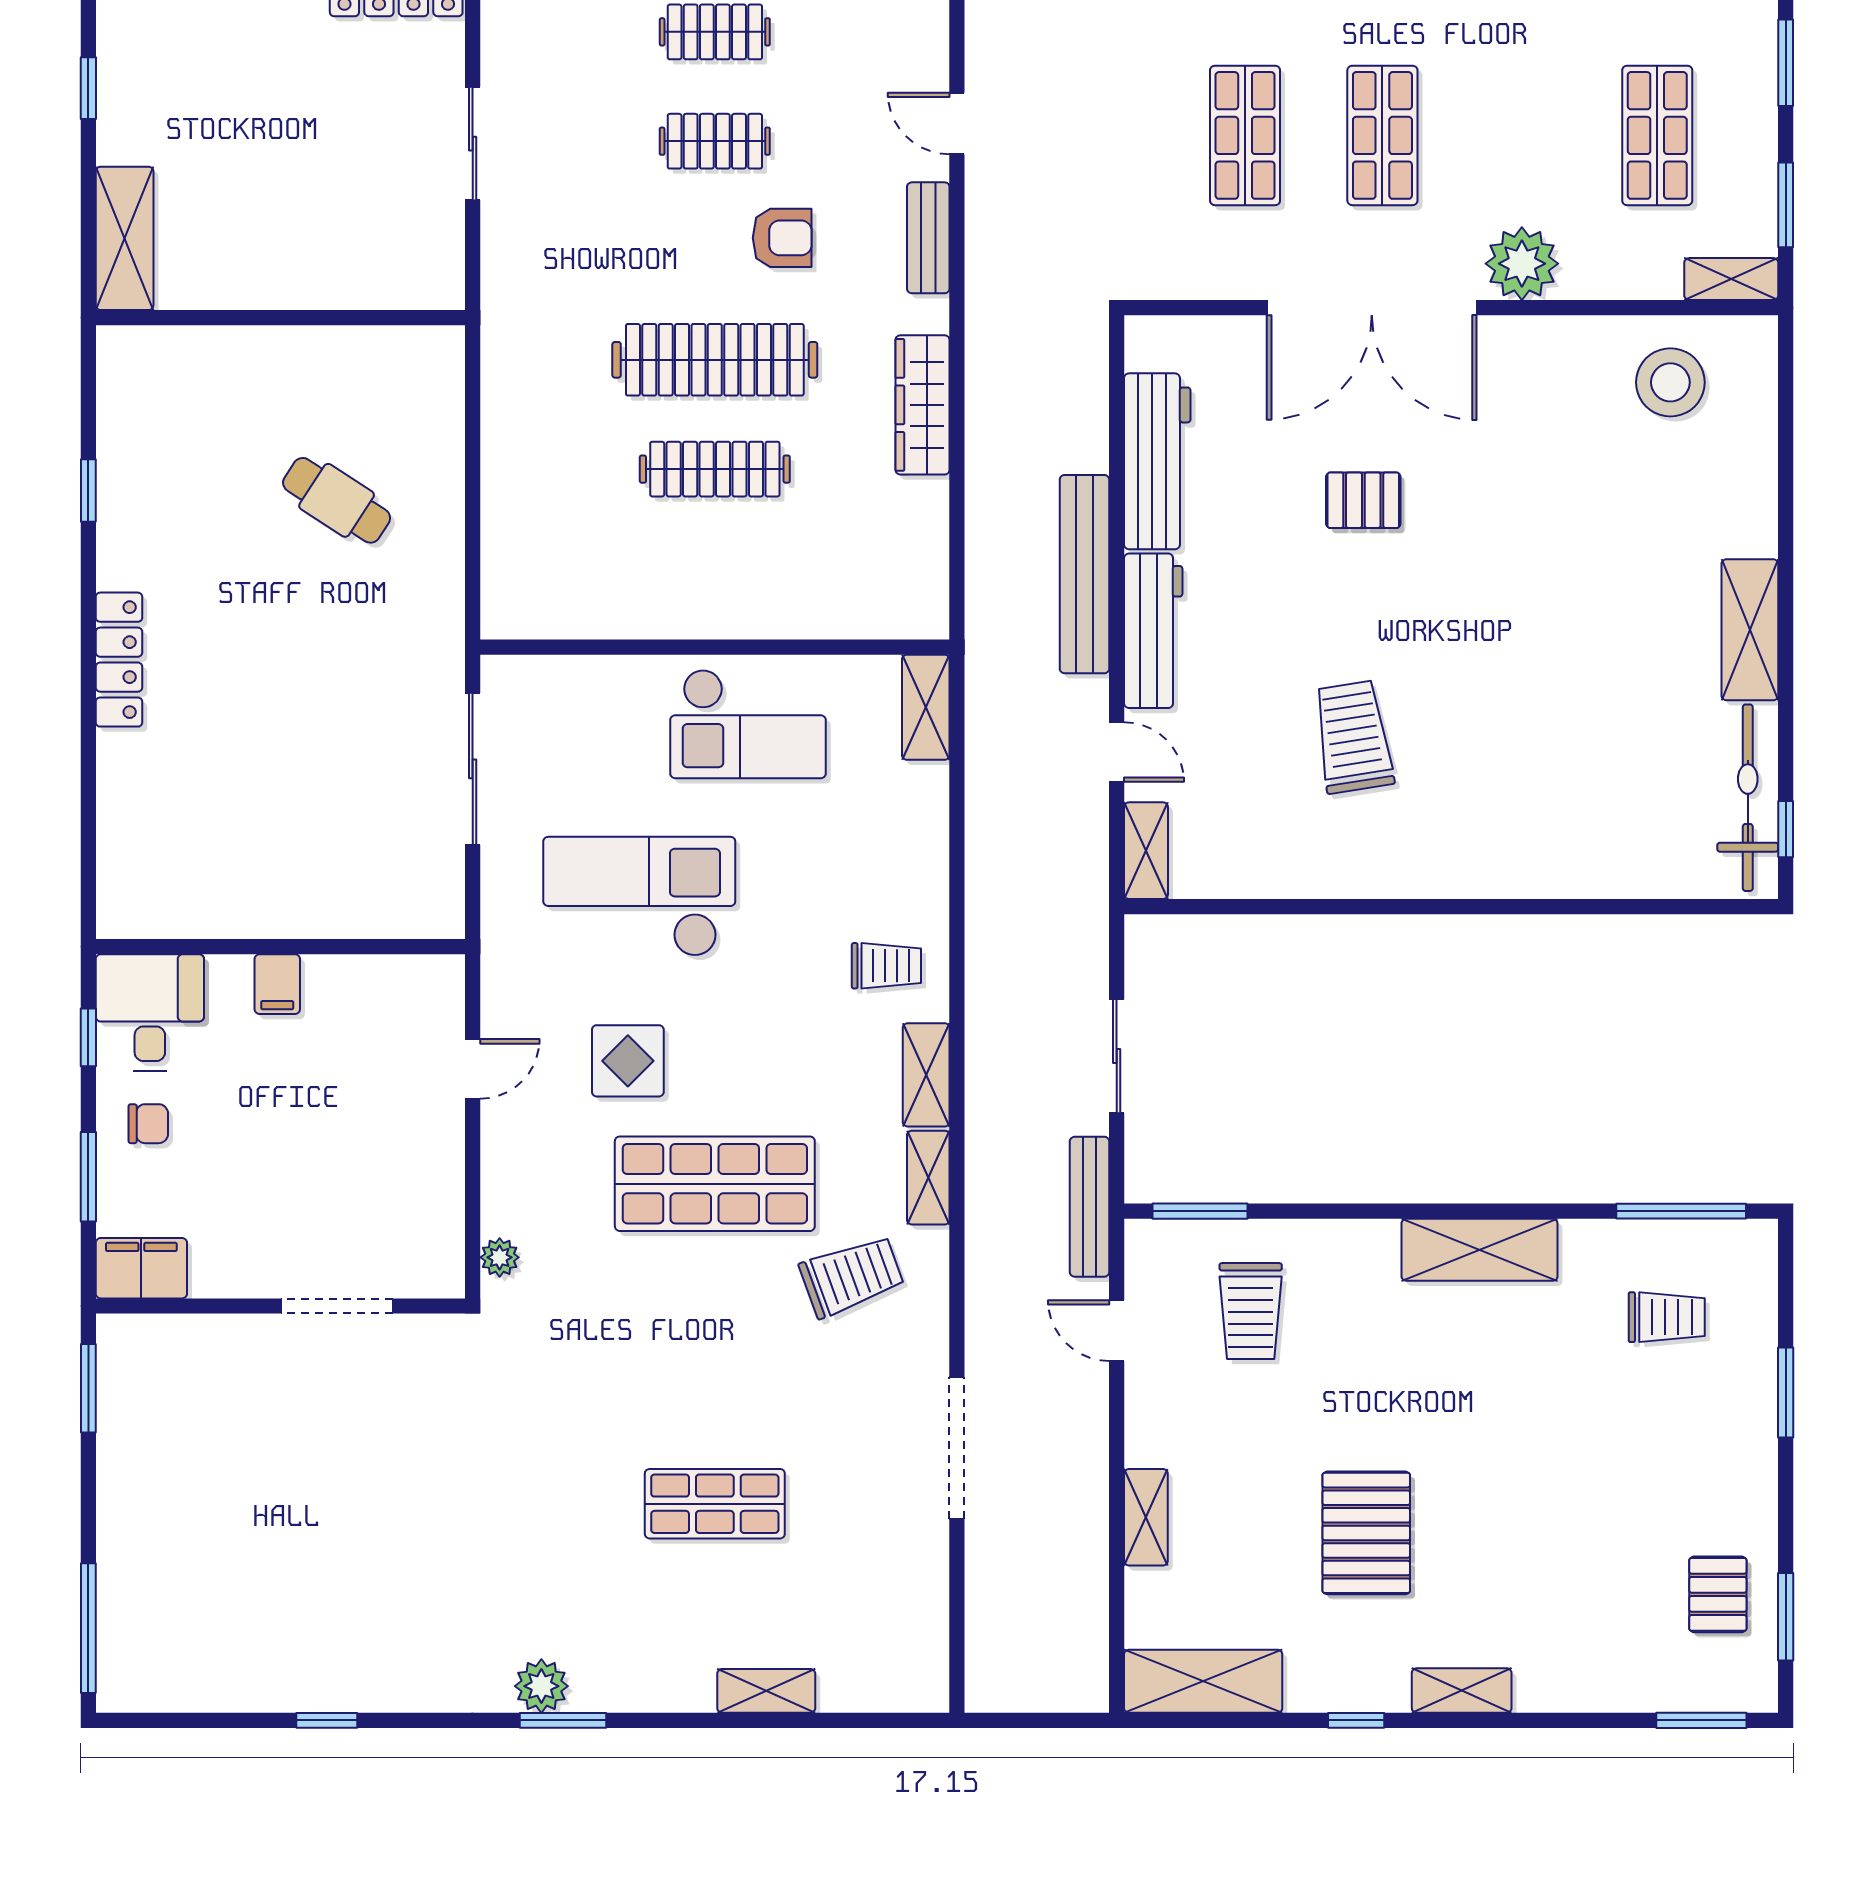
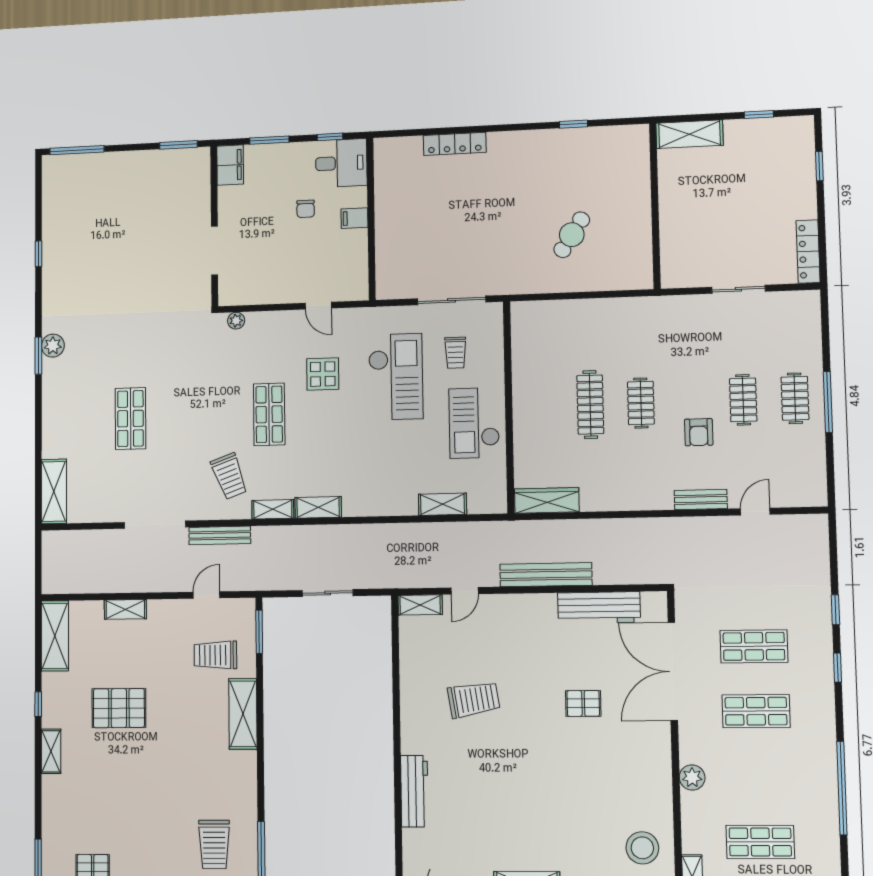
plant: (1522, 264) -> (692, 777), width x0.73, depth x0.73
double door: (1372, 308) -> (673, 672), moved
clothes rail: (715, 360) -> (641, 403), width x0.54, depth x0.76
wardrobe: (922, 405) -> (547, 500), moved
pallet: (1363, 500) -> (583, 703), turned 90
workbench: (1153, 631) -> (414, 791), moved, turned -90
locker: (119, 660) -> (455, 144), moved
shelving: (926, 707) -> (442, 504), moved
trolley: (886, 966) -> (455, 353), moved
chair: (148, 1124) -> (306, 209), moved
shop shelf: (715, 1184) -> (269, 414), width x0.70, depth x0.74
bench: (1090, 1207) -> (220, 535), moved
shelving: (1480, 1250) -> (243, 714), moved
trolley: (1667, 1317) -> (214, 844), width x1.36, depth x1.39
shelving: (766, 1691) -> (54, 491), moved, width x1.50, depth x1.33

